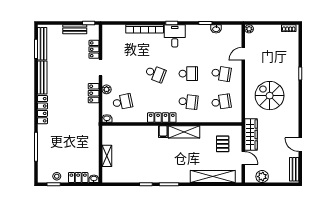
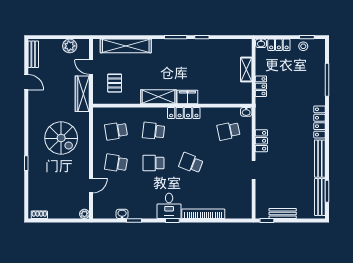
locker: (94, 49) -> (261, 86), moved
plant: (107, 89) -> (247, 145), removed
filing cabinet: (163, 132) -> (187, 97), width x2.00

